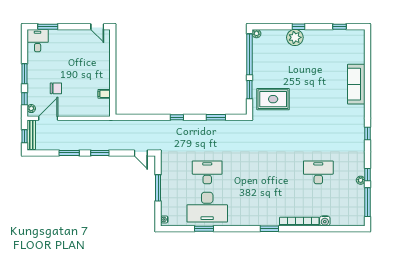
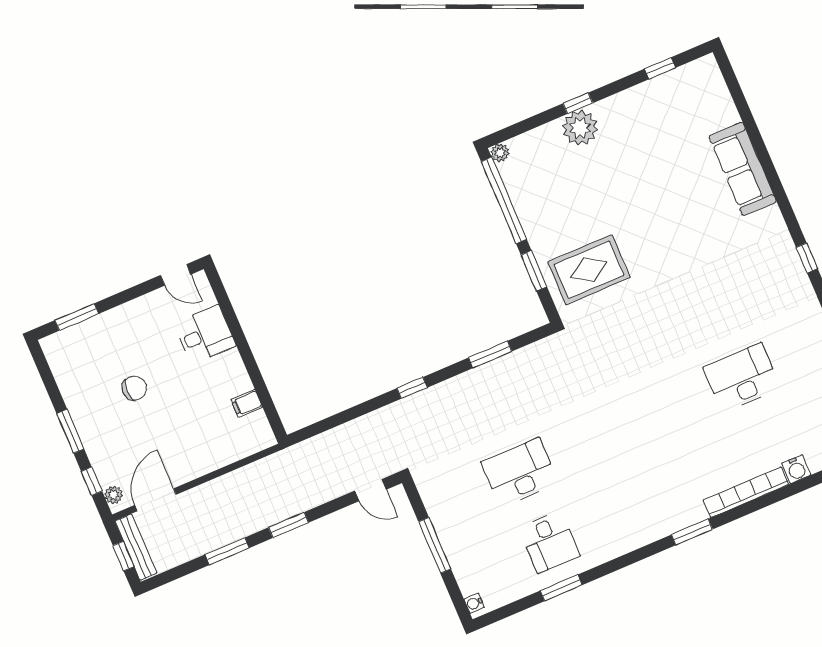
desk: (38, 41) -> (205, 334), moved, turned 90
chair: (56, 88) -> (134, 388), moved
desk: (207, 207) -> (549, 542), width x0.53, depth x0.77

